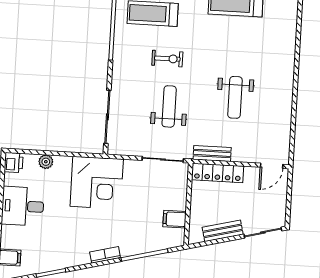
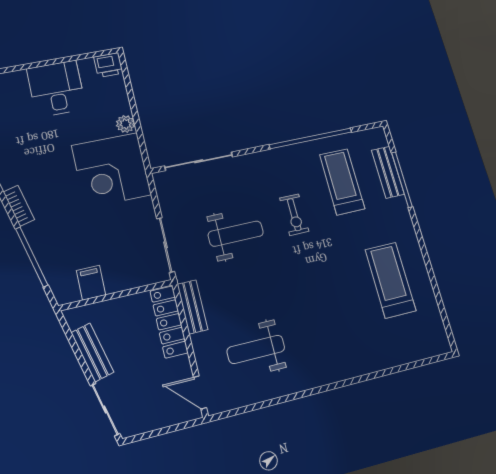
weight bench: (235, 97) -> (256, 349), moved
plant: (46, 162) -> (125, 124), moved

